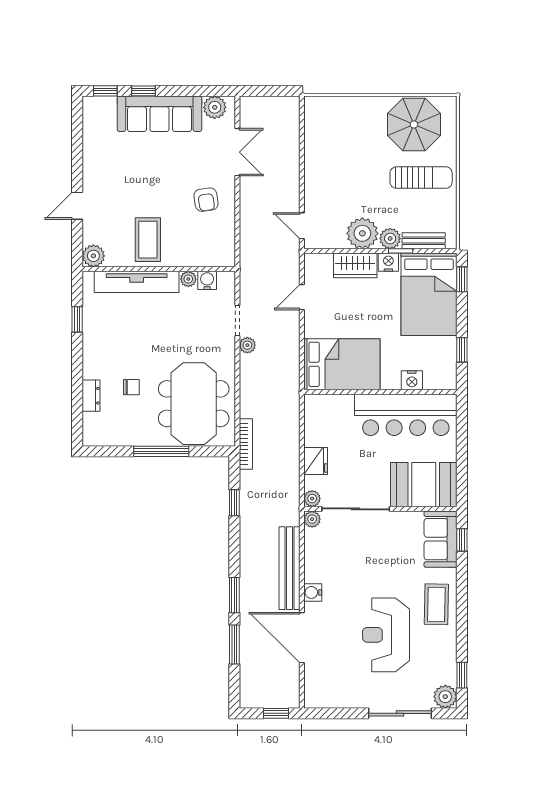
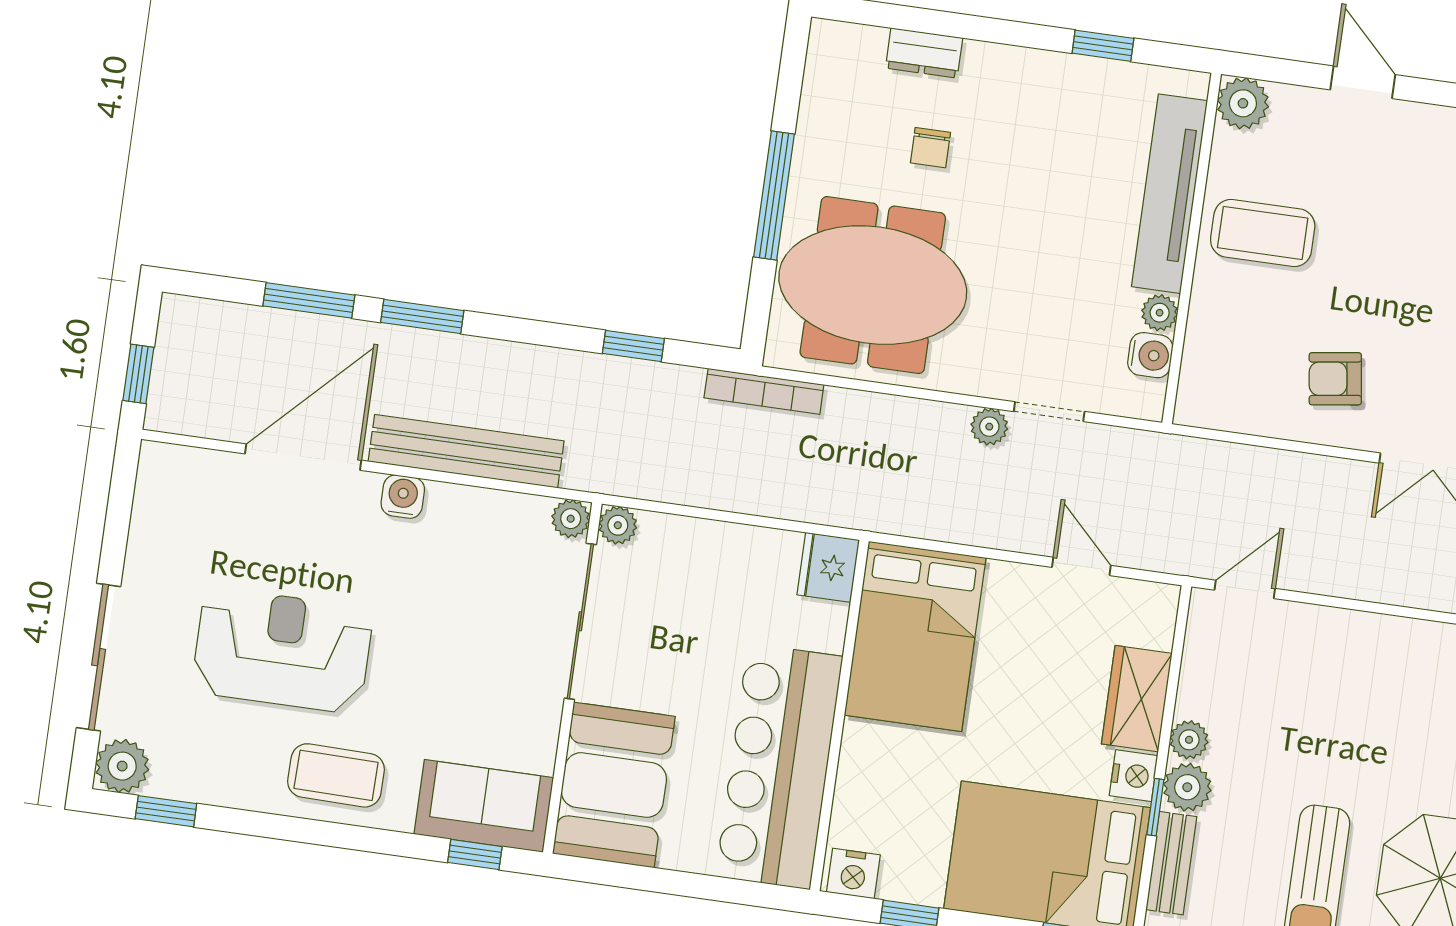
plant: (362, 233) -> (1189, 740), width x0.53, depth x0.53
nightstand: (412, 380) -> (853, 874), moved, turned -90
fridge: (316, 461) -> (828, 567), moved, turned 90

